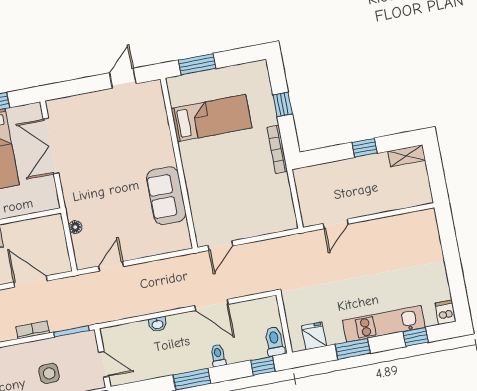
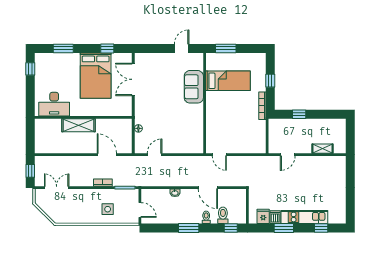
window: (365, 148) -> (299, 114), moved
shelving: (407, 156) -> (323, 149), moved
sofa: (166, 196) -> (194, 87), moved
door: (220, 246) -> (219, 155), hinge flipped
dishwasher: (446, 312) -> (275, 217), moved
toilet: (275, 341) -> (223, 215), moved

